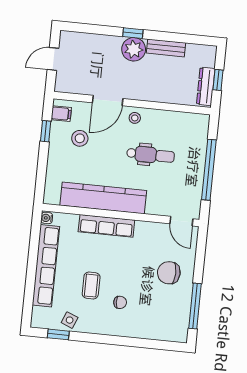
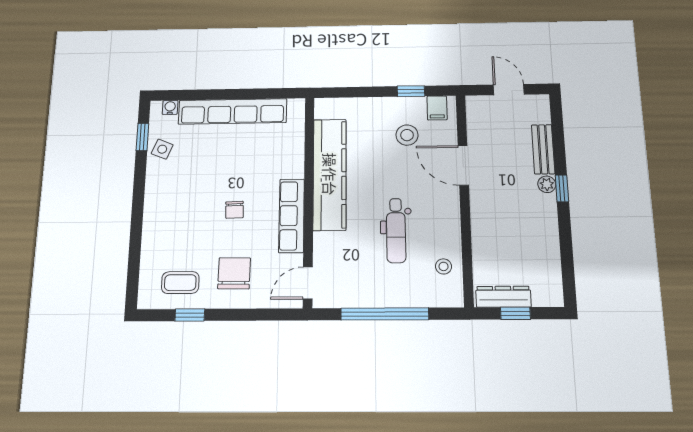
bench: (166, 48) -> (543, 149), moved
plant: (134, 49) -> (547, 184), width x0.53, depth x0.53
stool: (135, 118) -> (444, 266), moved
water cooler: (47, 218) -> (170, 107), moved
row of seats: (106, 226) -> (292, 216), moved
coffee table: (91, 286) -> (180, 283), moved
chair: (120, 302) -> (234, 210), moved
window: (195, 306) -> (190, 315), width x0.46

